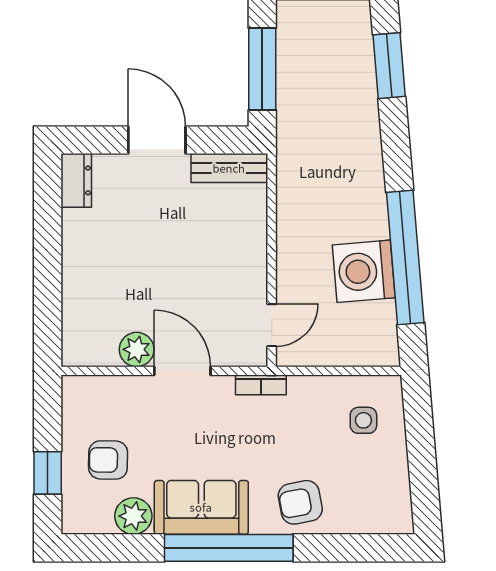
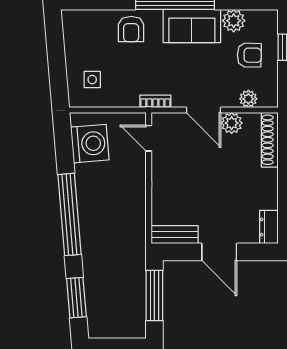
window: (405, 258) -> (69, 214), moved
washing machine: (364, 271) -> (90, 144), moved
shoe rack: (75, 322) -> (270, 140), added
door: (272, 325) -> (149, 138), hinge flipped
plant: (110, 389) -> (248, 99), added
armchair: (300, 502) -> (131, 29), turned 101

